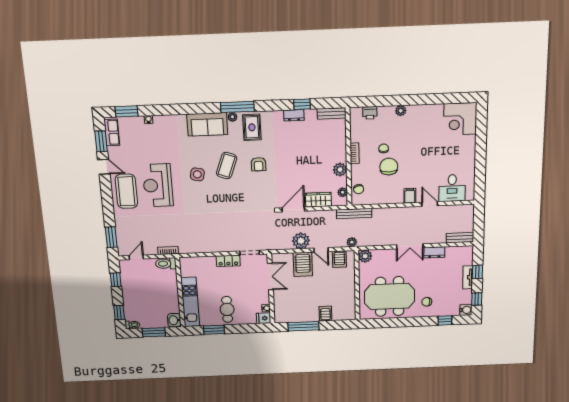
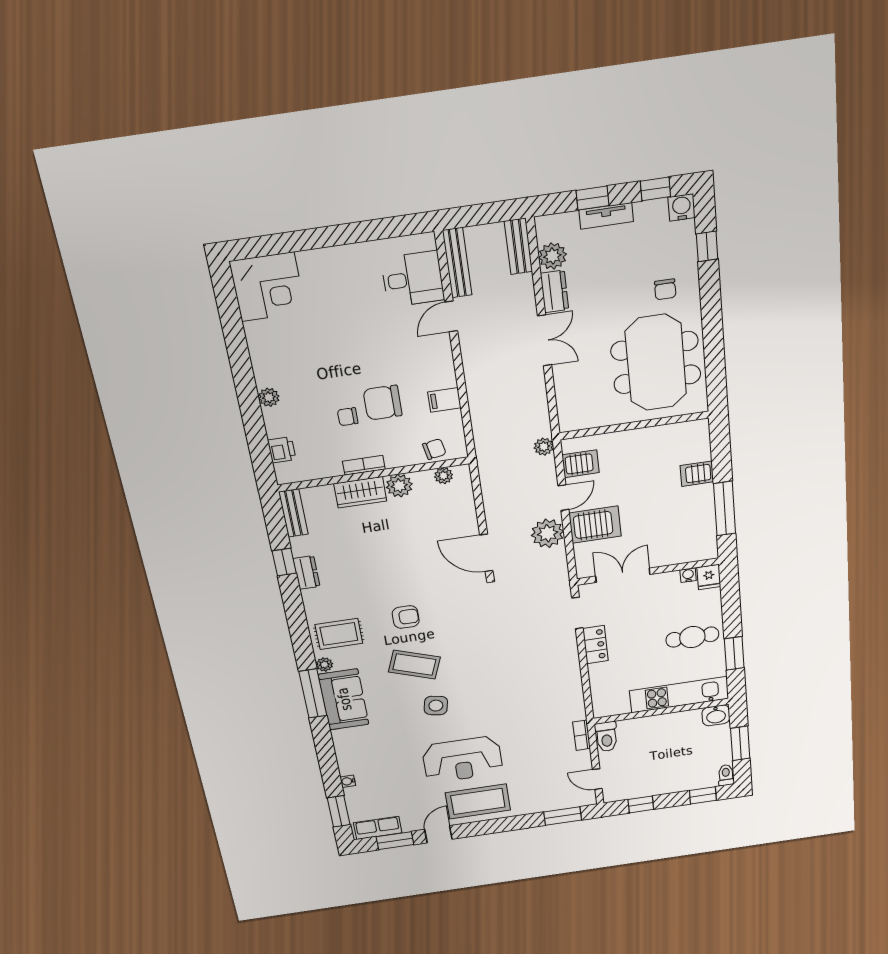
window: (237, 107) -> (313, 693), moved
filing cabinet: (410, 196) -> (444, 400), moved
wardrobe: (318, 200) -> (360, 492), moved, turned -90
bench: (354, 213) -> (457, 263), moved
plant: (365, 256) -> (552, 256), moved

